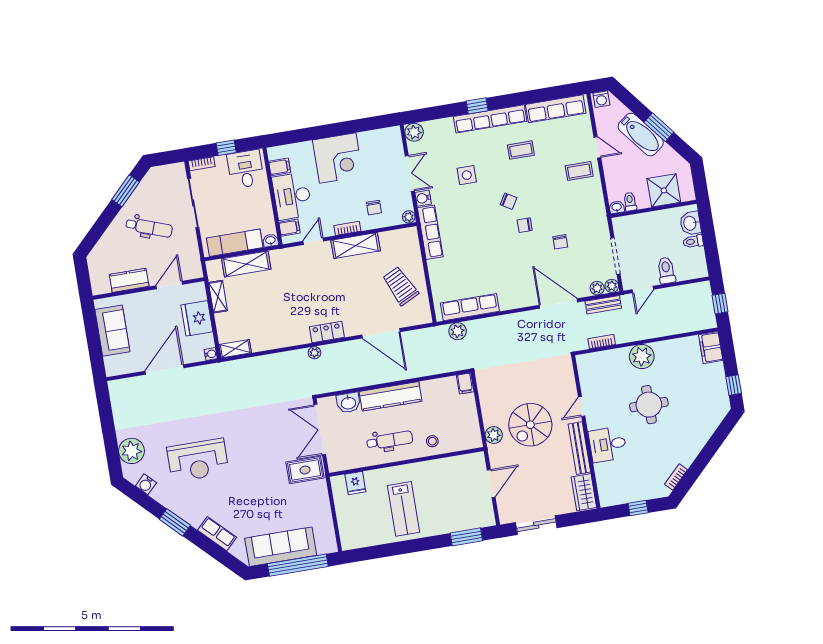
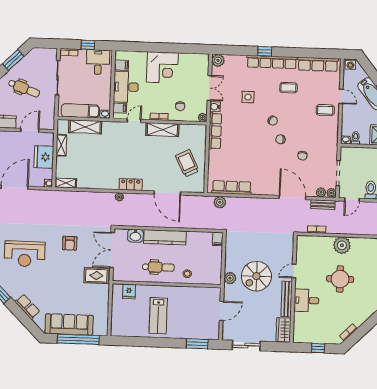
armchair: (258, 432) -> (70, 243), added

